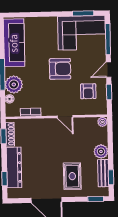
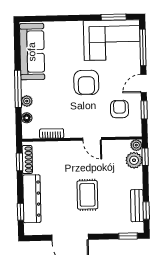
armchair: (60, 69) -> (86, 83), turned 90
plant: (14, 85) -> (27, 101), width x0.53, depth x0.53
armchair: (88, 91) -> (119, 109), turned 180
window: (110, 132) -> (145, 157), added
plant: (101, 151) -> (134, 160), moved
rug: (72, 176) -> (87, 195), moved

